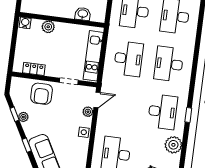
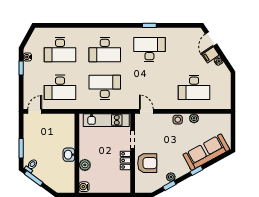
washbasin: (83, 14) -> (69, 155), moved
locker: (34, 69) -> (125, 160), moved
plant: (88, 112) -> (194, 118), moved
plant: (173, 145) -> (179, 36), removed

